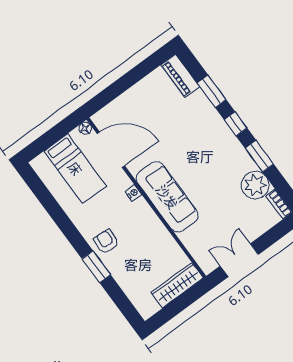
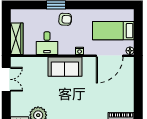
sofa: (167, 197) -> (65, 67), width x0.73
desk: (154, 242) -> (47, 43), added

